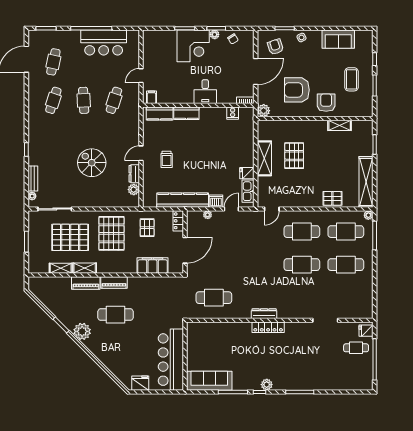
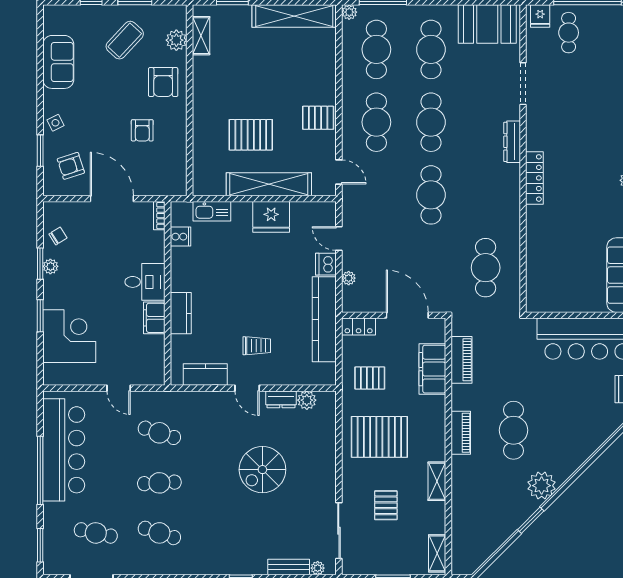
bar counter: (104, 42) -> (64, 450), width x1.36
corner desk: (193, 46) -> (69, 336), moved
coffee table: (351, 79) -> (125, 40), turned -47
armchair: (297, 90) -> (142, 130), width x0.53, depth x0.53
filing cabinet: (151, 97) -> (154, 318), moved, width x2.00
armchair: (326, 103) -> (163, 82), turned -90
plant: (264, 111) -> (176, 40), moved
kitchen counter: (160, 114) -> (205, 374), moved, turned -90
shelving: (340, 125) -> (201, 36), moved
shelving: (264, 158) -> (269, 184), width x1.47
fridge: (247, 173) -> (271, 217), width x1.88, depth x1.34
kitchen sink: (248, 191) -> (212, 211), moved
pallet: (332, 198) -> (318, 118), moved, turned 90
pallet: (70, 237) -> (386, 505), width x0.49, depth x0.50
cafe table: (258, 265) -> (431, 195), added
shelving: (61, 268) -> (437, 553), moved
piano: (86, 283) -> (461, 360), moved
booth: (361, 299) -> (487, 24), added
dresser: (264, 314) -> (512, 142), moved

